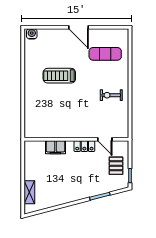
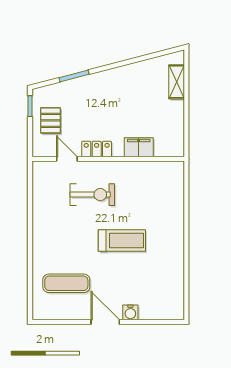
water cooler: (32, 34) -> (130, 312), moved
treadmill: (59, 76) -> (122, 240), moved
exercise bike: (111, 95) -> (92, 195), moved, width x1.38, depth x1.39

